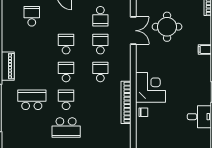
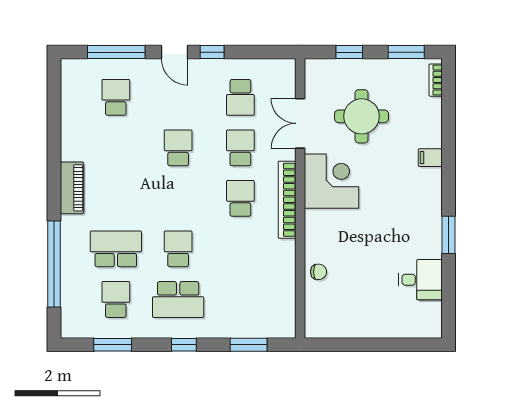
double door: (133, 31) -> (300, 123), swing flipped
school desk: (66, 72) -> (116, 300), moved
corner desk: (150, 87) -> (331, 181), moved
bookcase: (126, 102) -> (287, 200), moved

